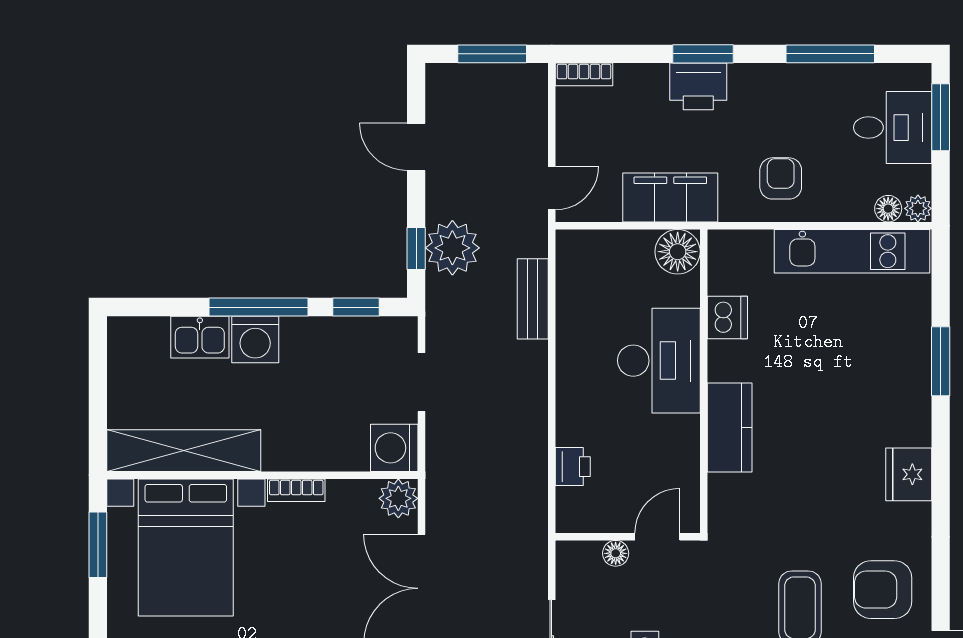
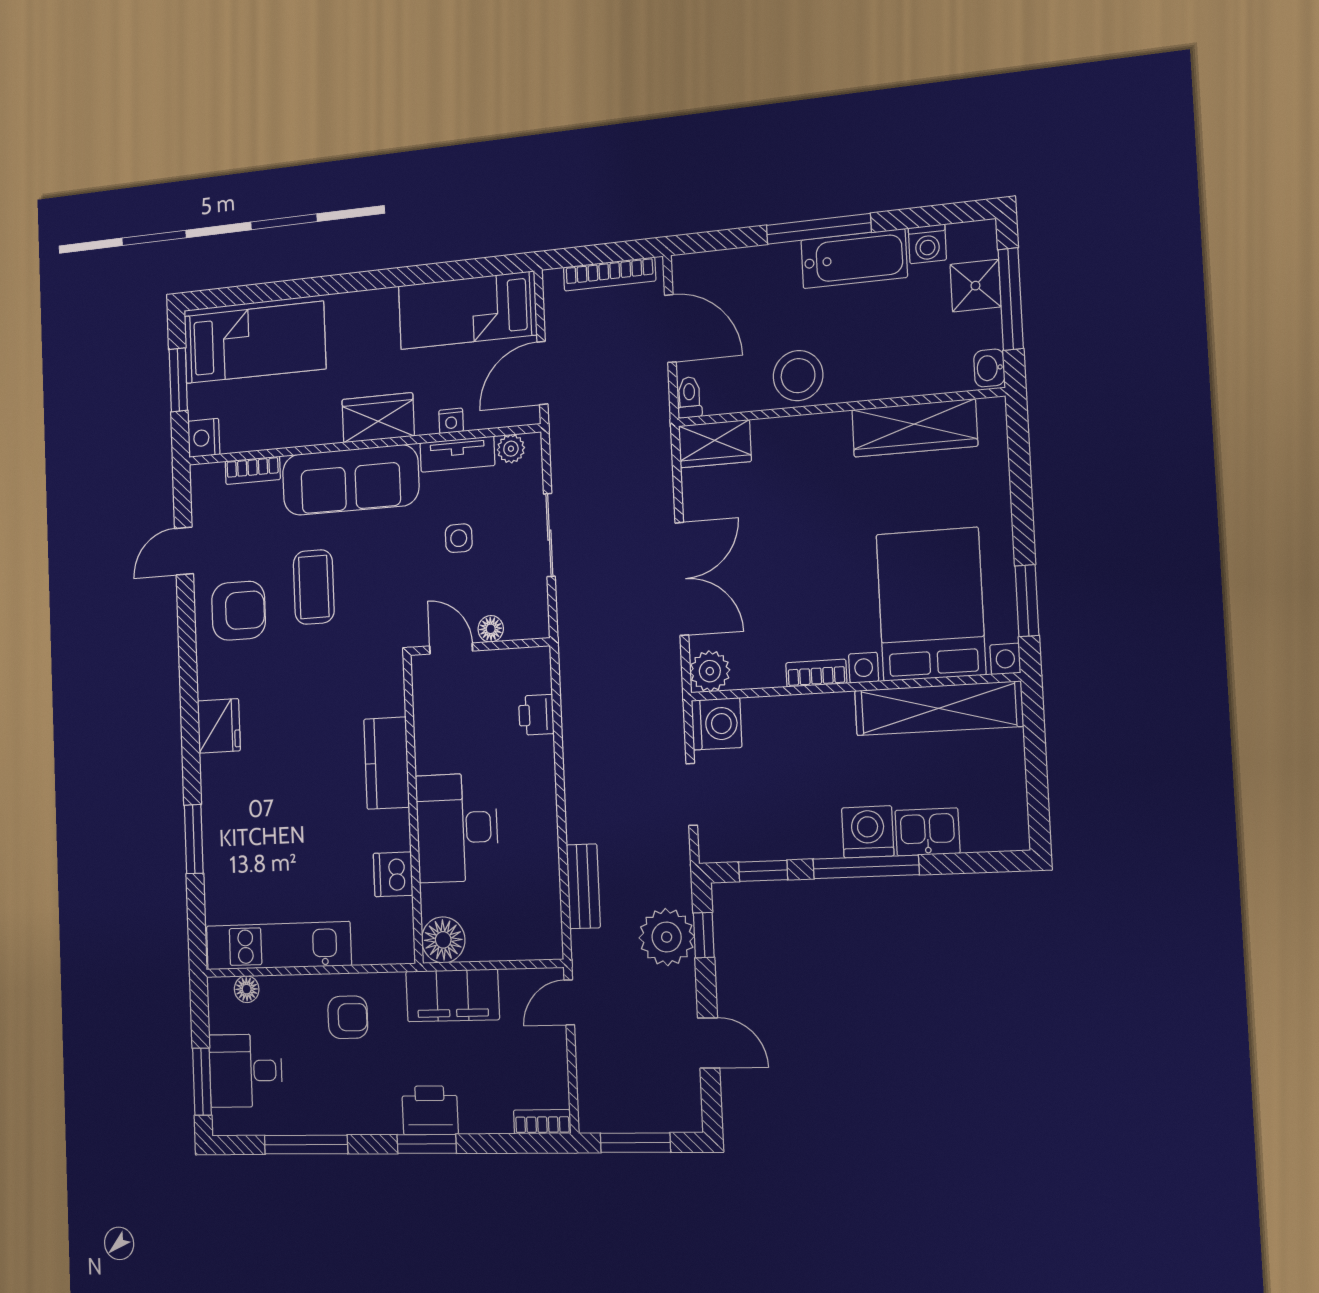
armchair: (781, 178) -> (348, 1017), turned -90
plant: (918, 208) -> (219, 990), removed
door: (657, 537) -> (451, 648), swing flipped

